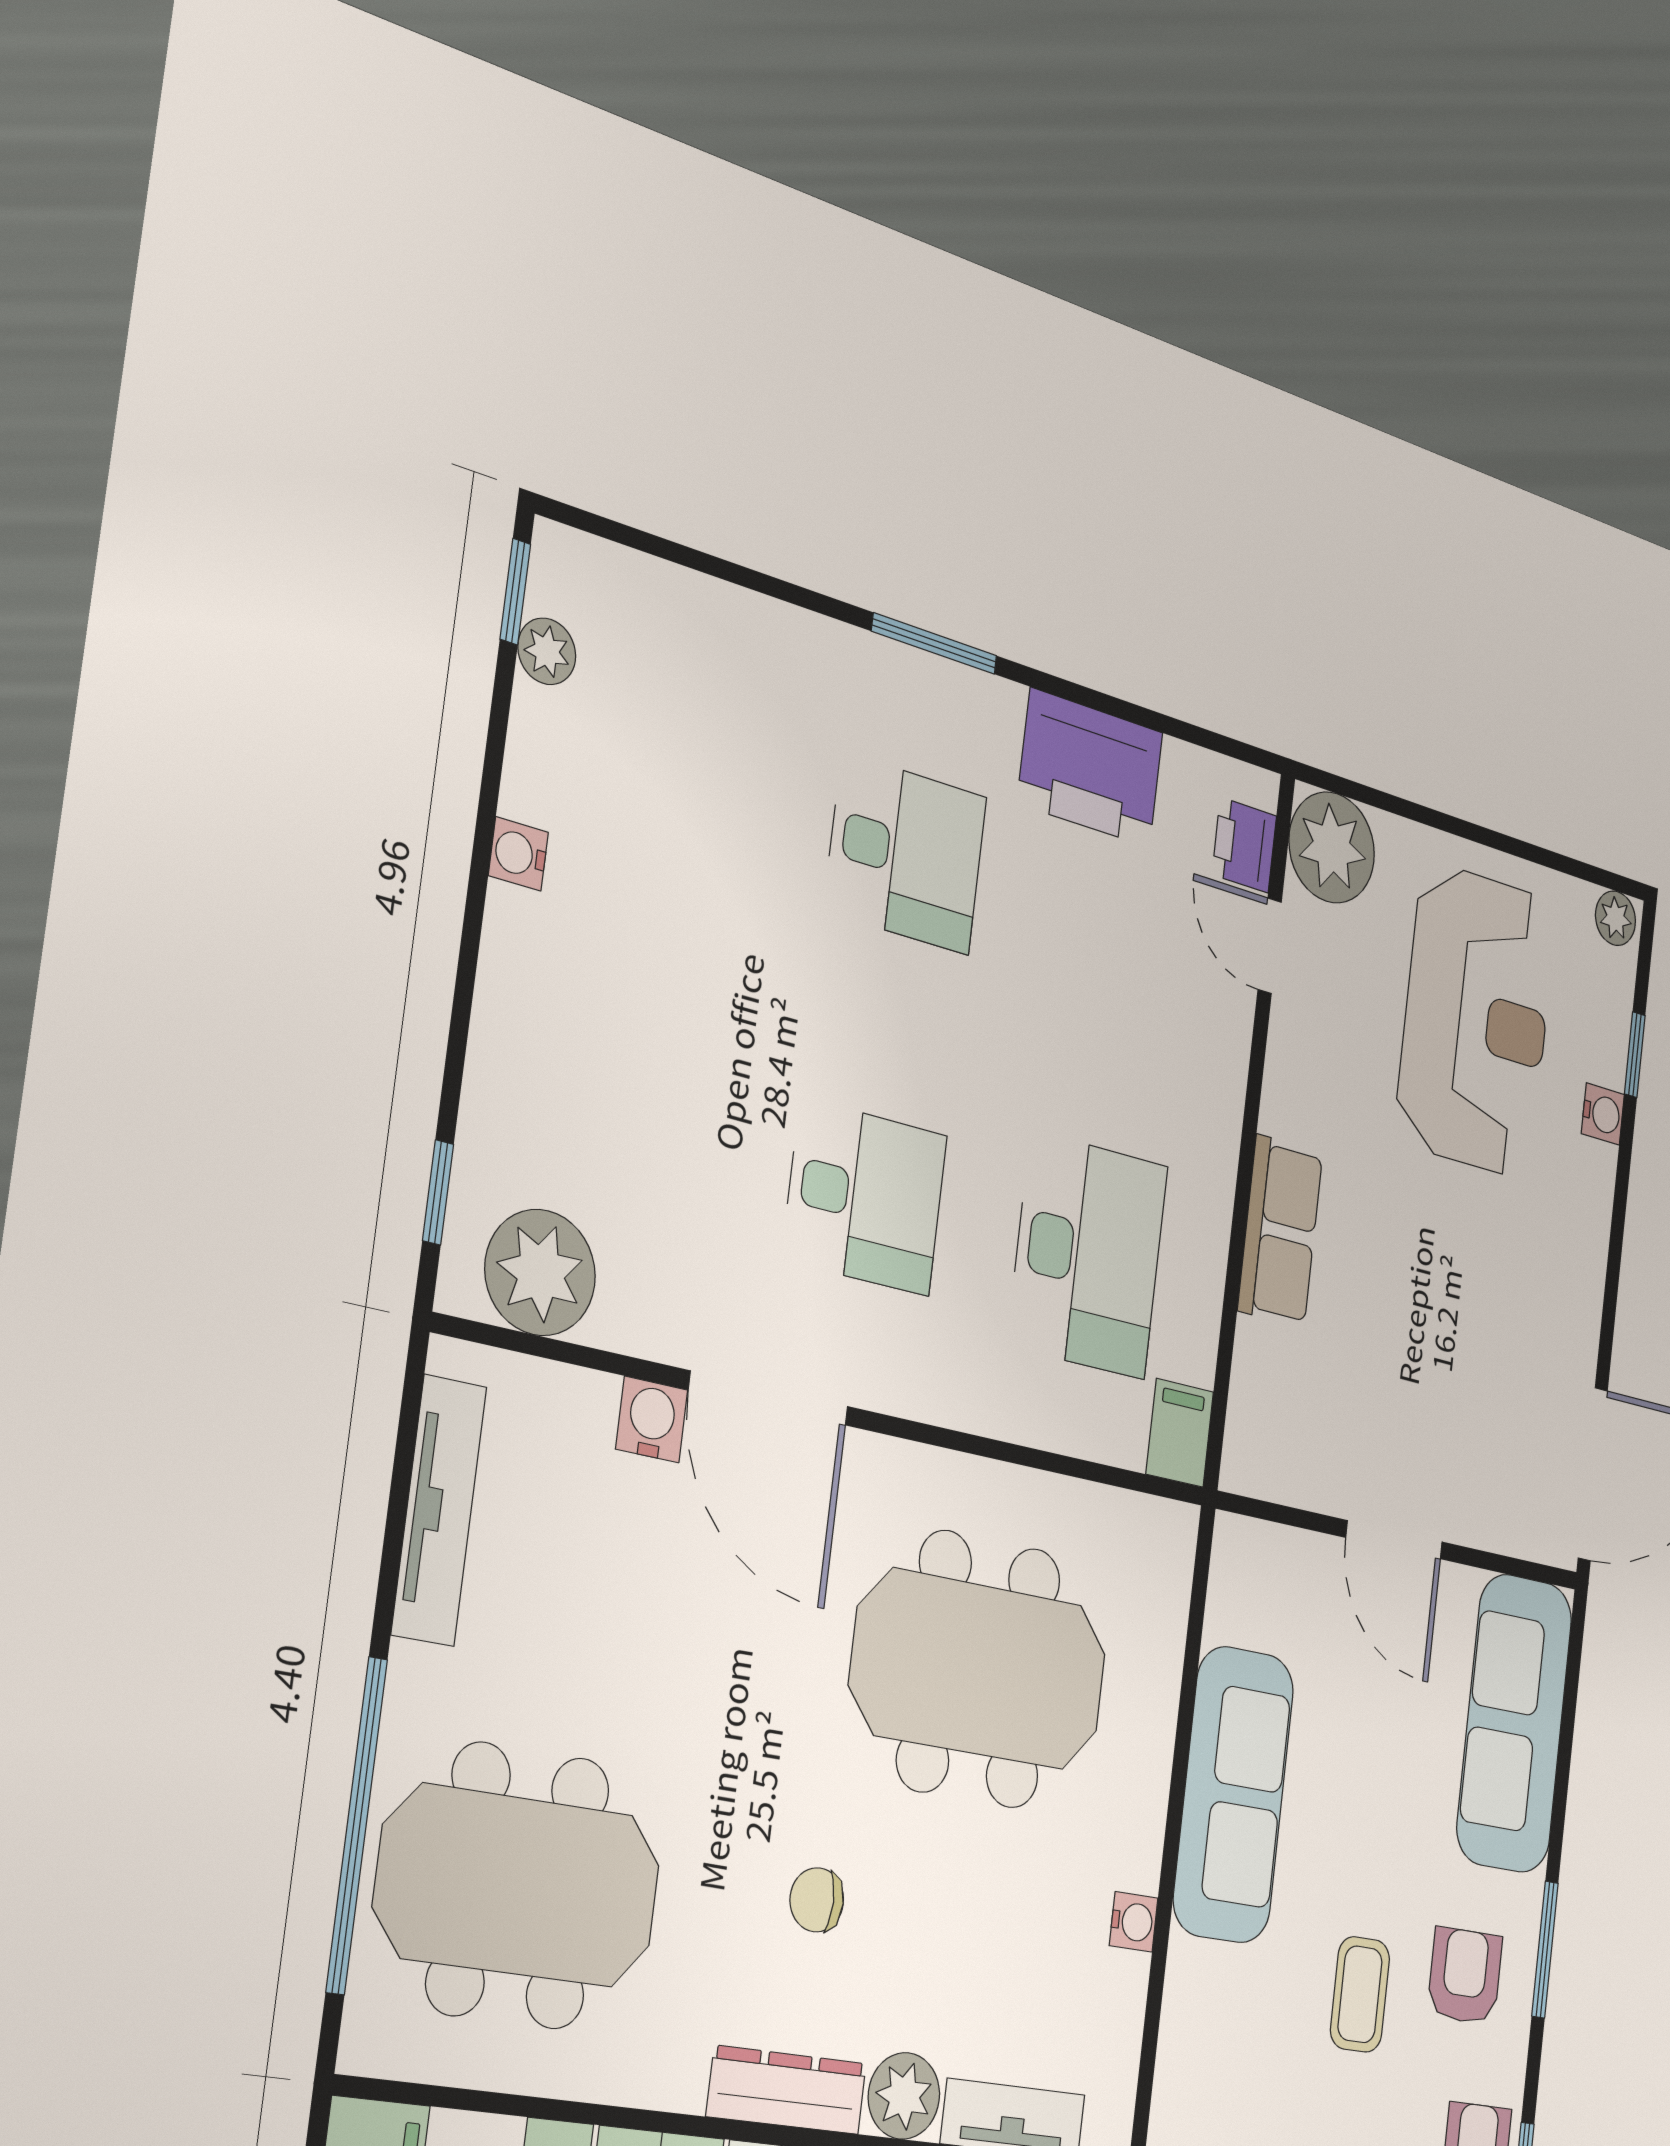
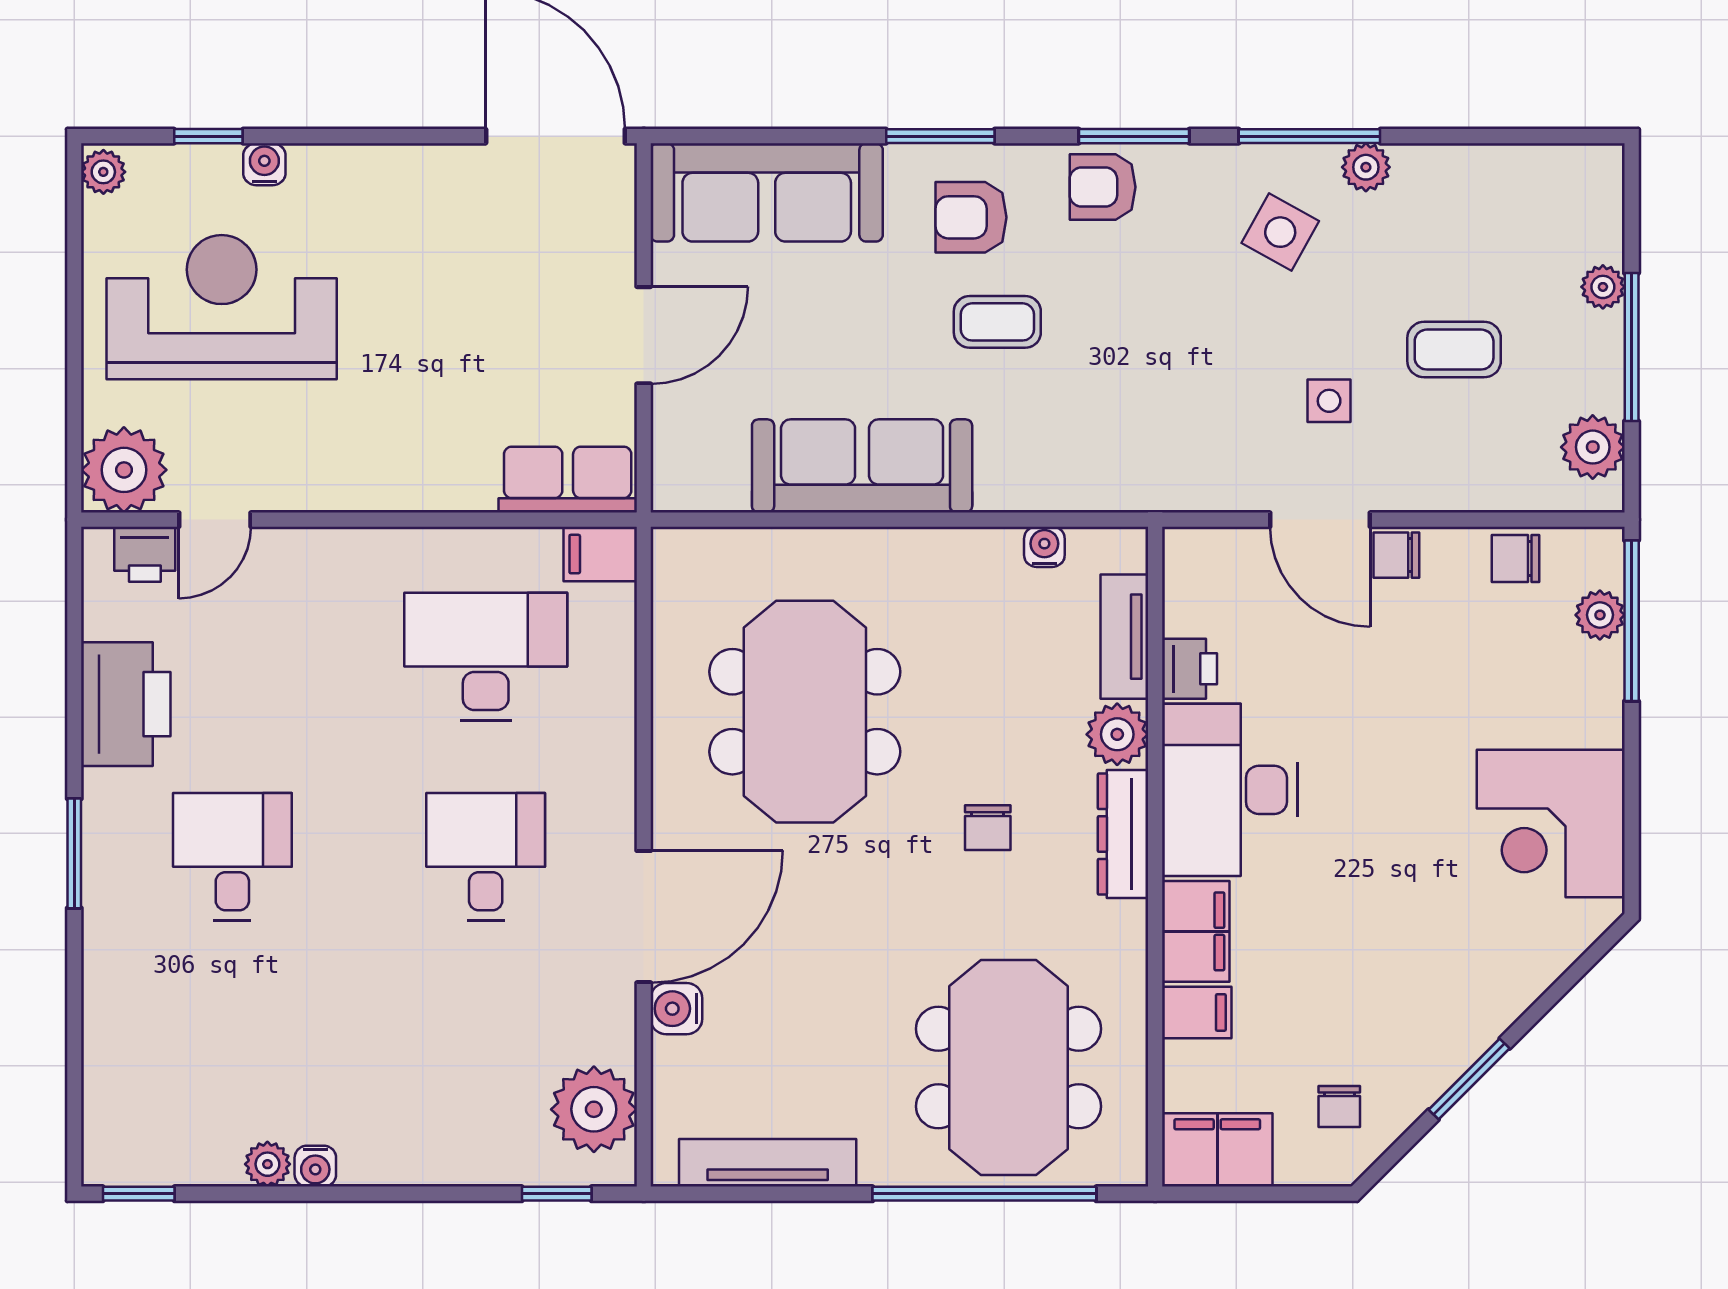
plant: (547, 651) -> (267, 1164), moved
row of seats: (1280, 1231) -> (568, 480), moved
water cooler: (1134, 1922) -> (1044, 547), moved

